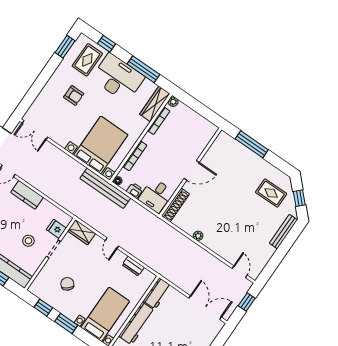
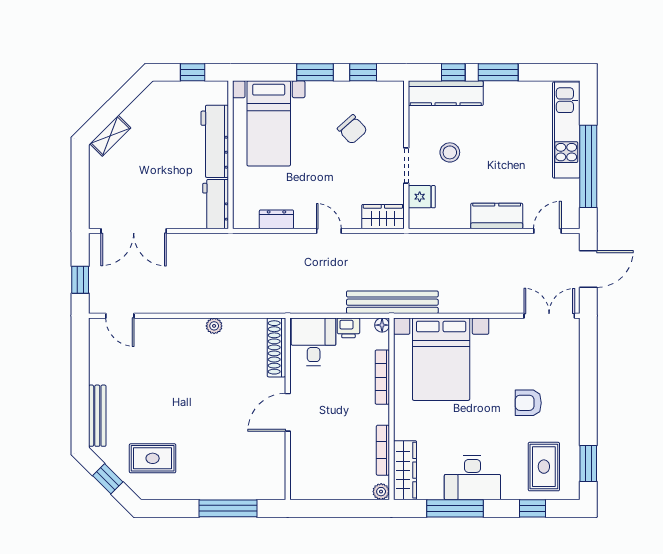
desk: (118, 78) -> (472, 478), width x0.73, depth x0.77

